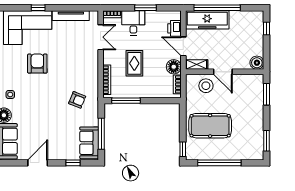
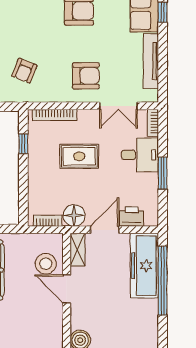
armchair: (81, 59) -> (86, 76), added
door: (223, 72) -> (67, 289), hinge flipped
window: (126, 101) -> (23, 144), width x0.46

